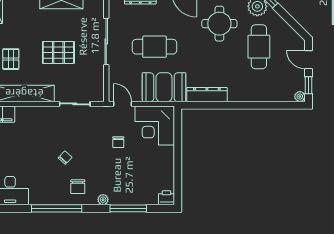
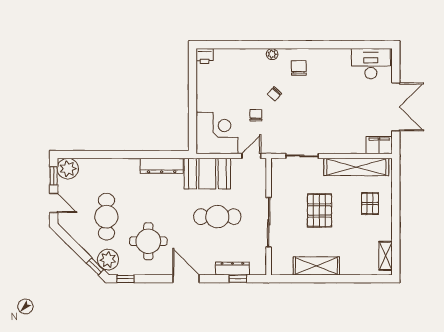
pallet: (58, 53) -> (319, 210), turned 90
plant: (300, 96) -> (68, 169), width x1.87, depth x1.87
door: (123, 104) -> (251, 156), swing flipped
chair: (65, 158) -> (275, 94), moved
window: (57, 208) -> (321, 45), removed
window: (128, 208) -> (245, 45), removed

